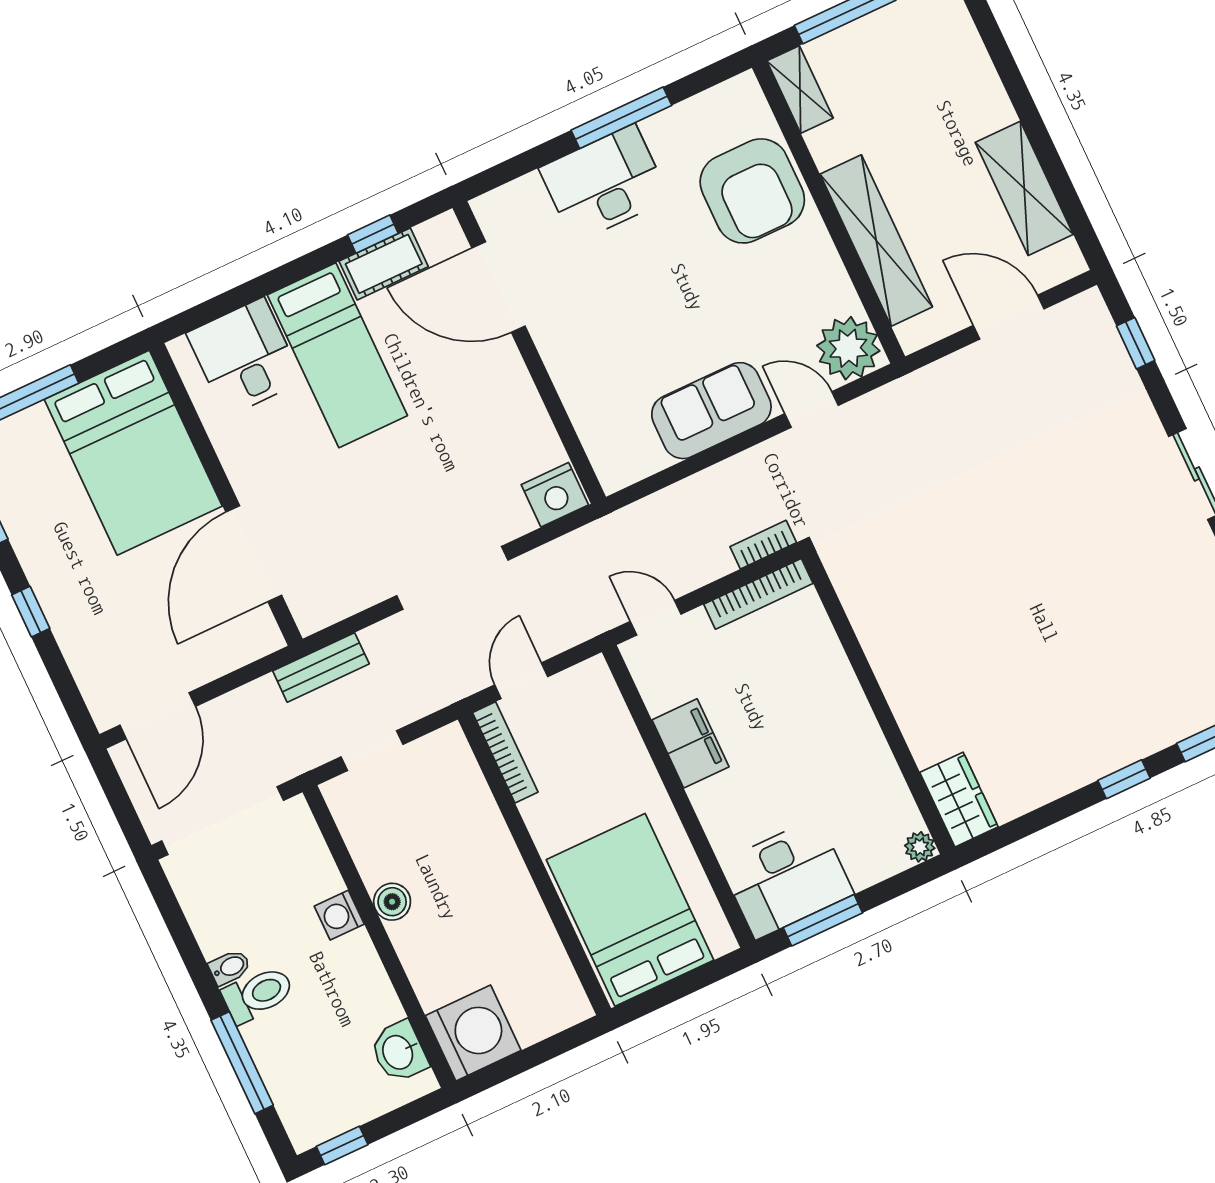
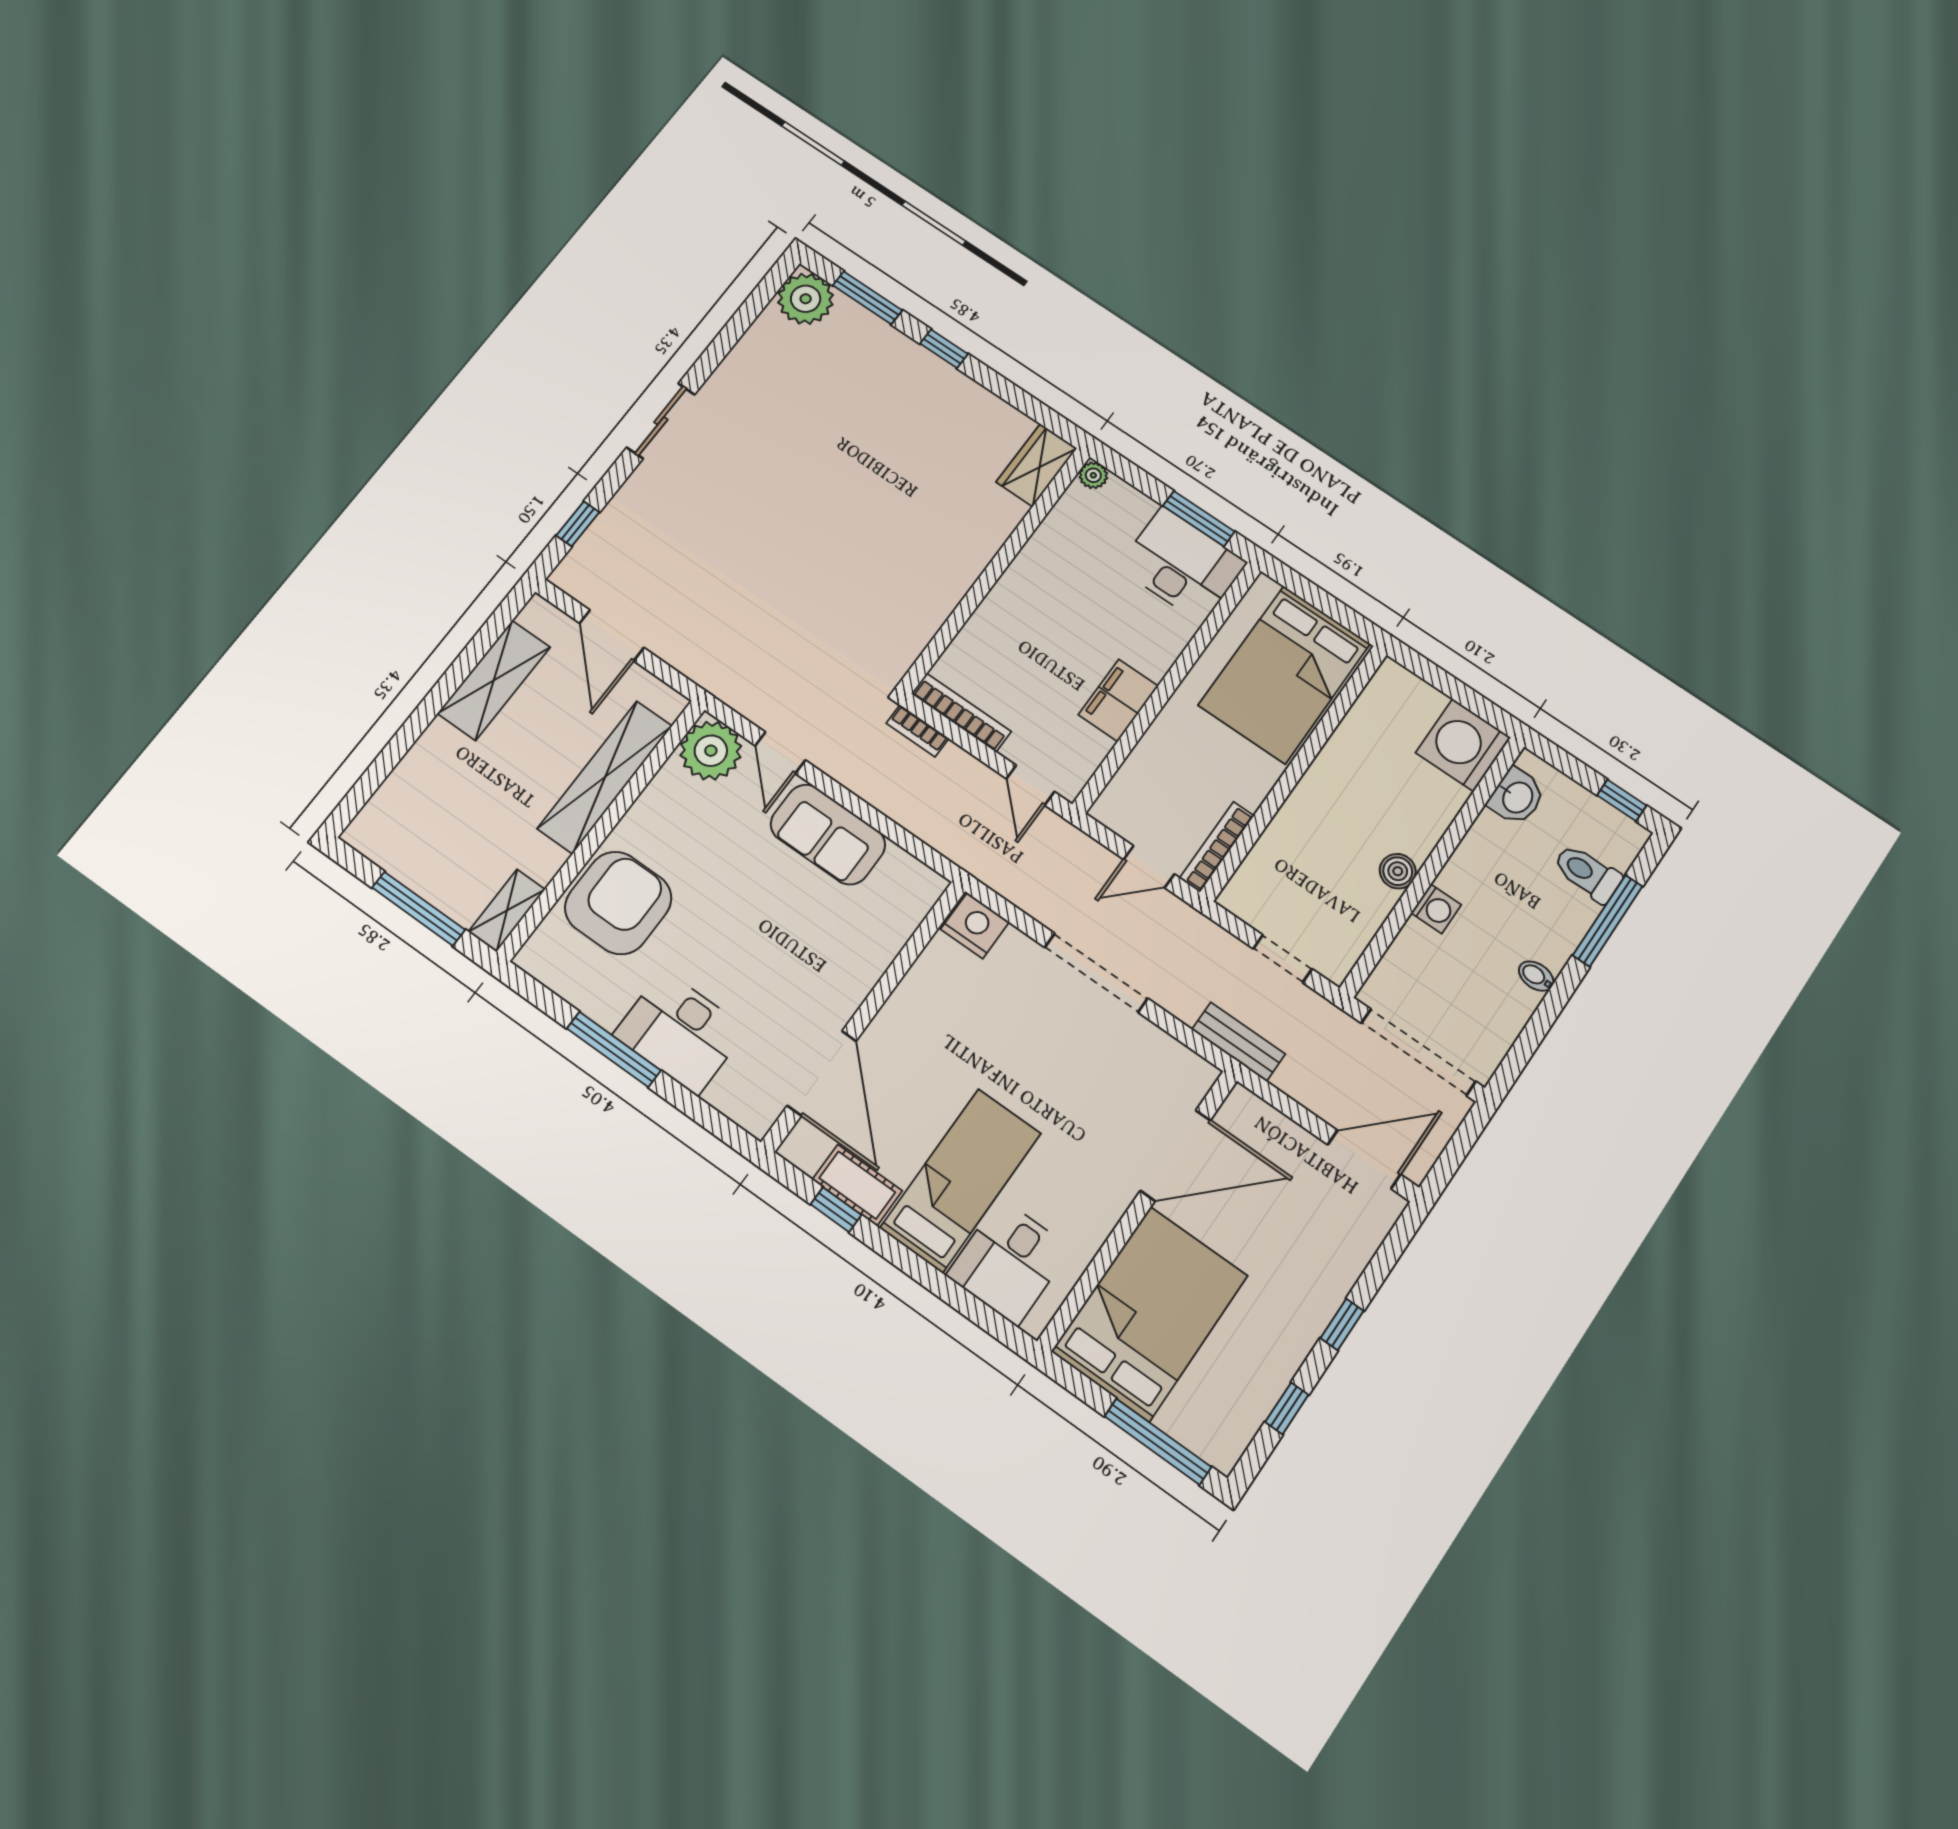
toilet: (258, 994) -> (1587, 873), moved

